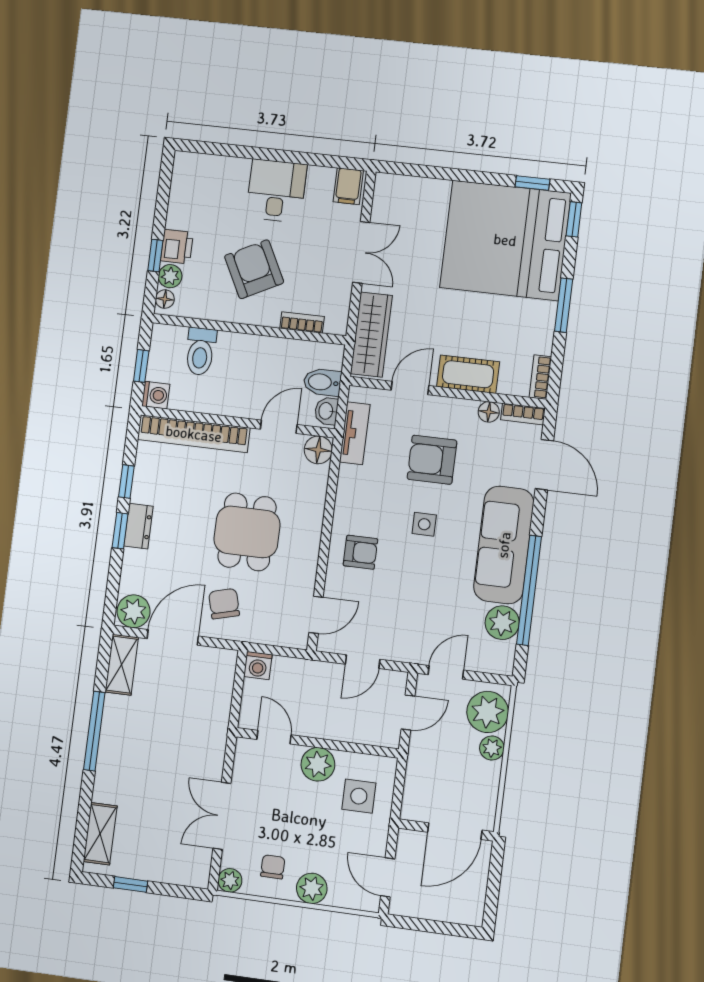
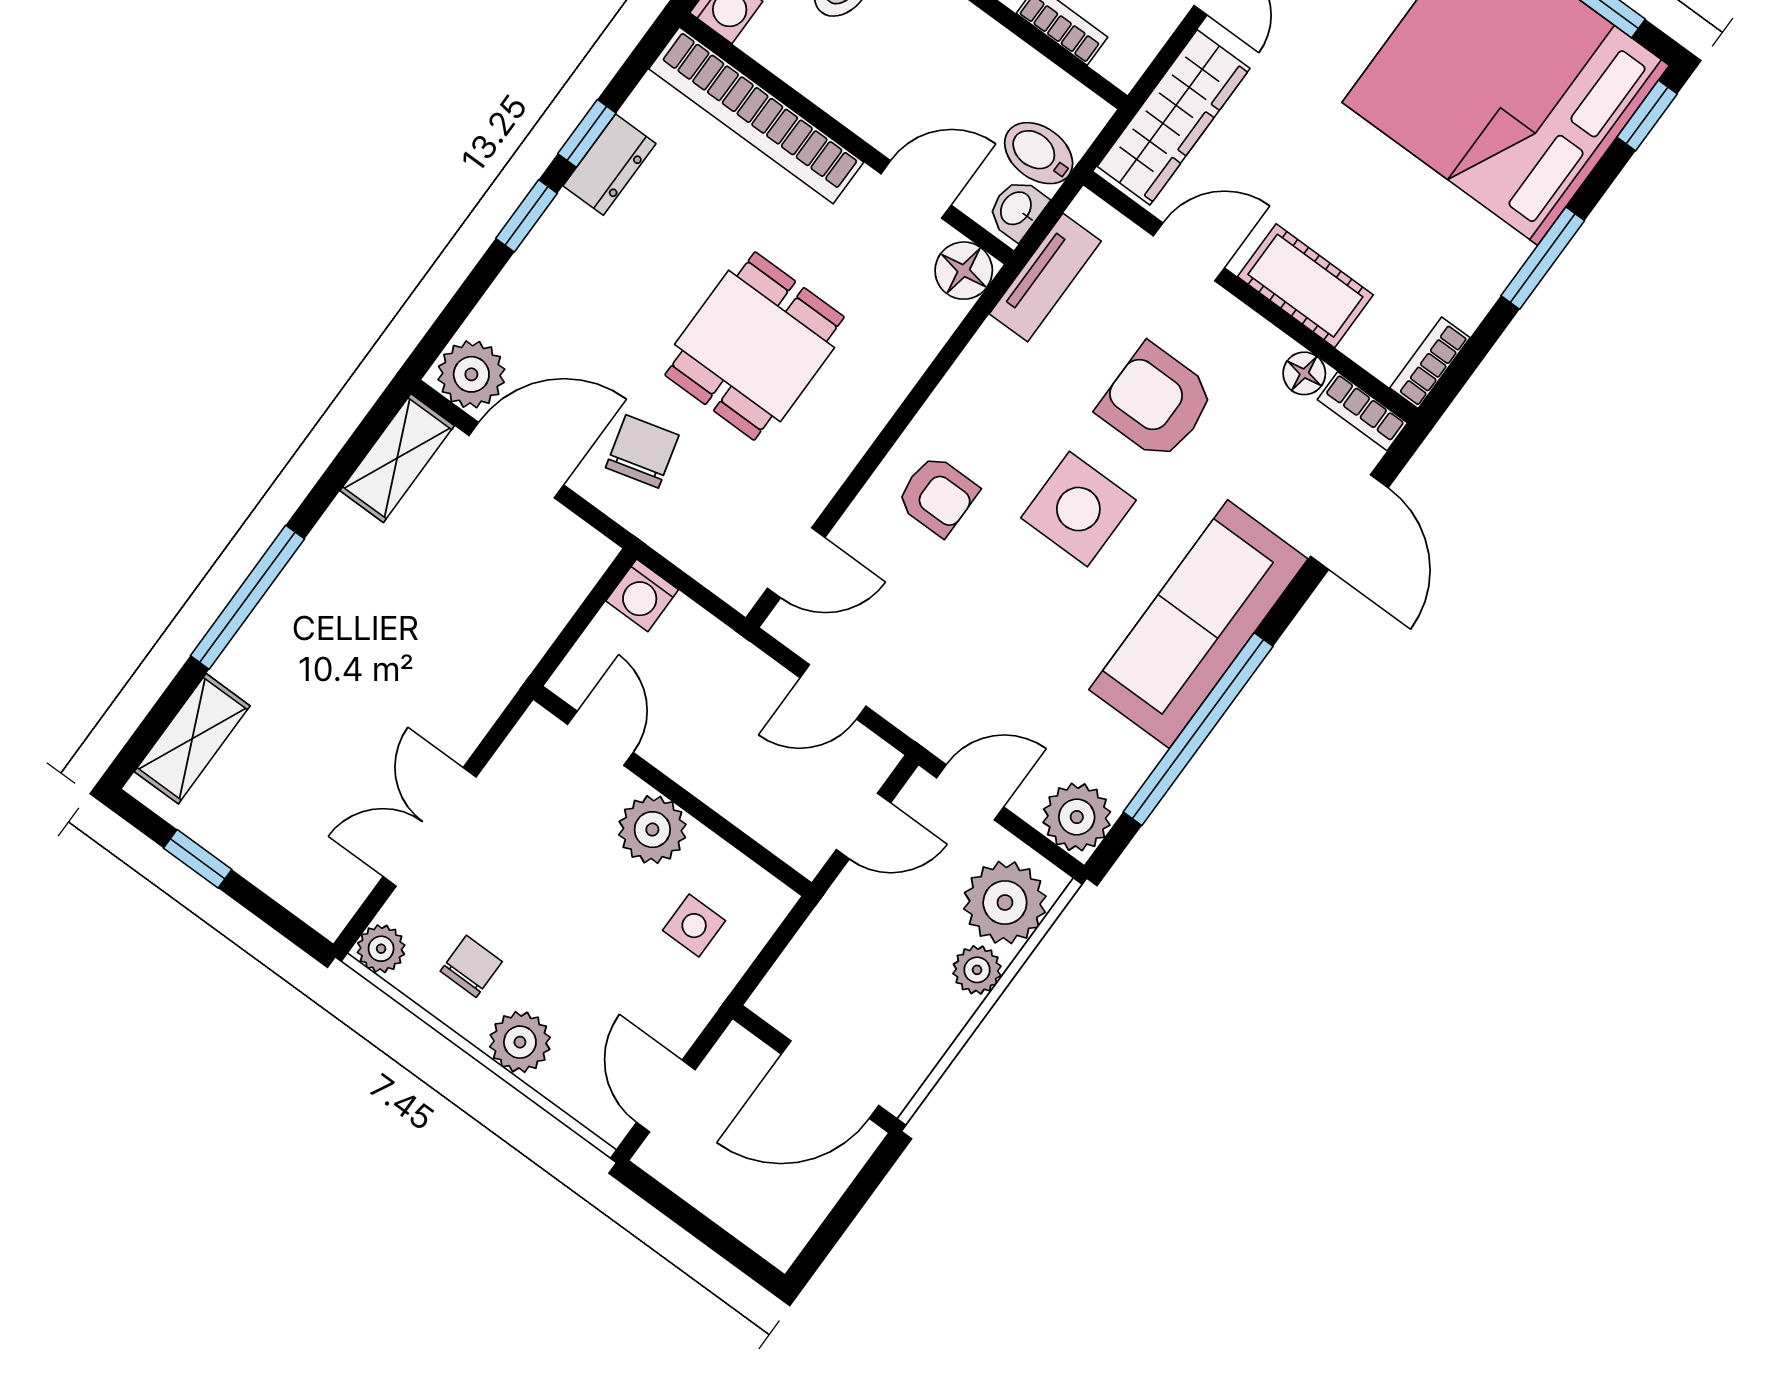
side table: (424, 524) -> (1078, 509), width x1.87, depth x1.87
dresser: (138, 526) -> (609, 165), moved
plant: (502, 623) -> (1077, 817), moved
window: (94, 731) -> (247, 597), moved
side table: (359, 796) -> (694, 926), width x0.73, depth x0.73

